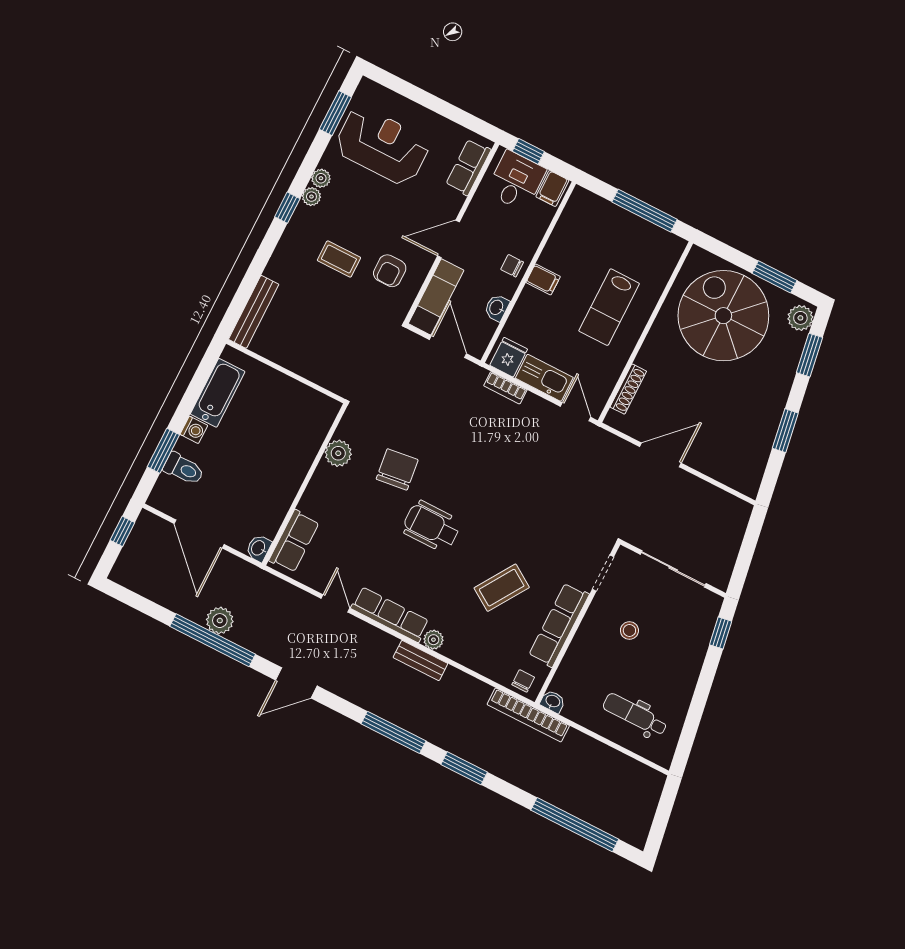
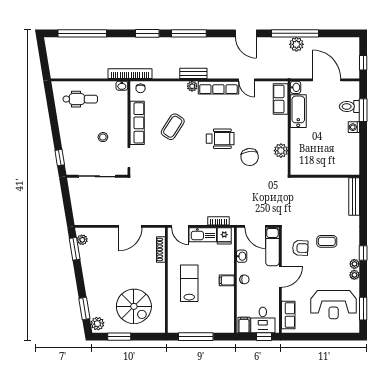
armchair: (390, 271) -> (300, 248), turned 92
spiral stairs: (723, 316) -> (134, 306), width x0.73, depth x0.73
bathtub: (218, 393) -> (298, 111), moved, turned 180
window: (785, 431) -> (75, 249), moved
plant: (754, 474) -> (82, 240), added
door: (296, 683) -> (246, 33), swing flipped

